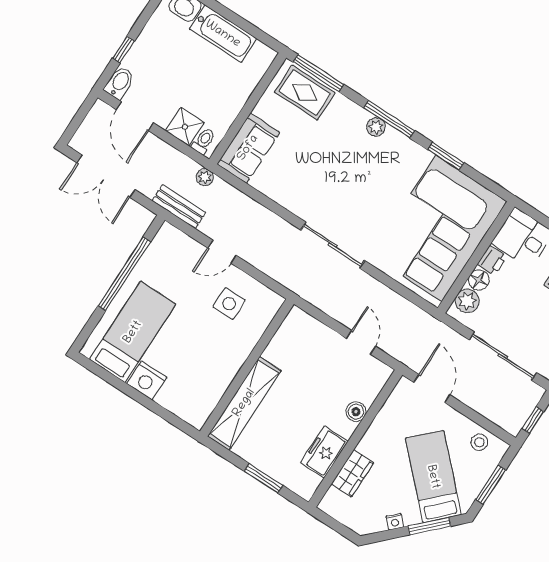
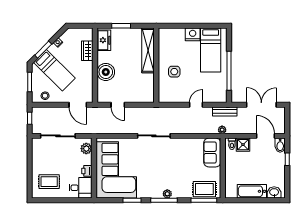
floor lamp: (479, 280) -> (87, 160), removed
side table: (229, 304) -> (174, 72), moved
boiler: (356, 412) -> (106, 72), width x1.86, depth x1.86
freezer: (324, 452) -> (104, 40), moved

